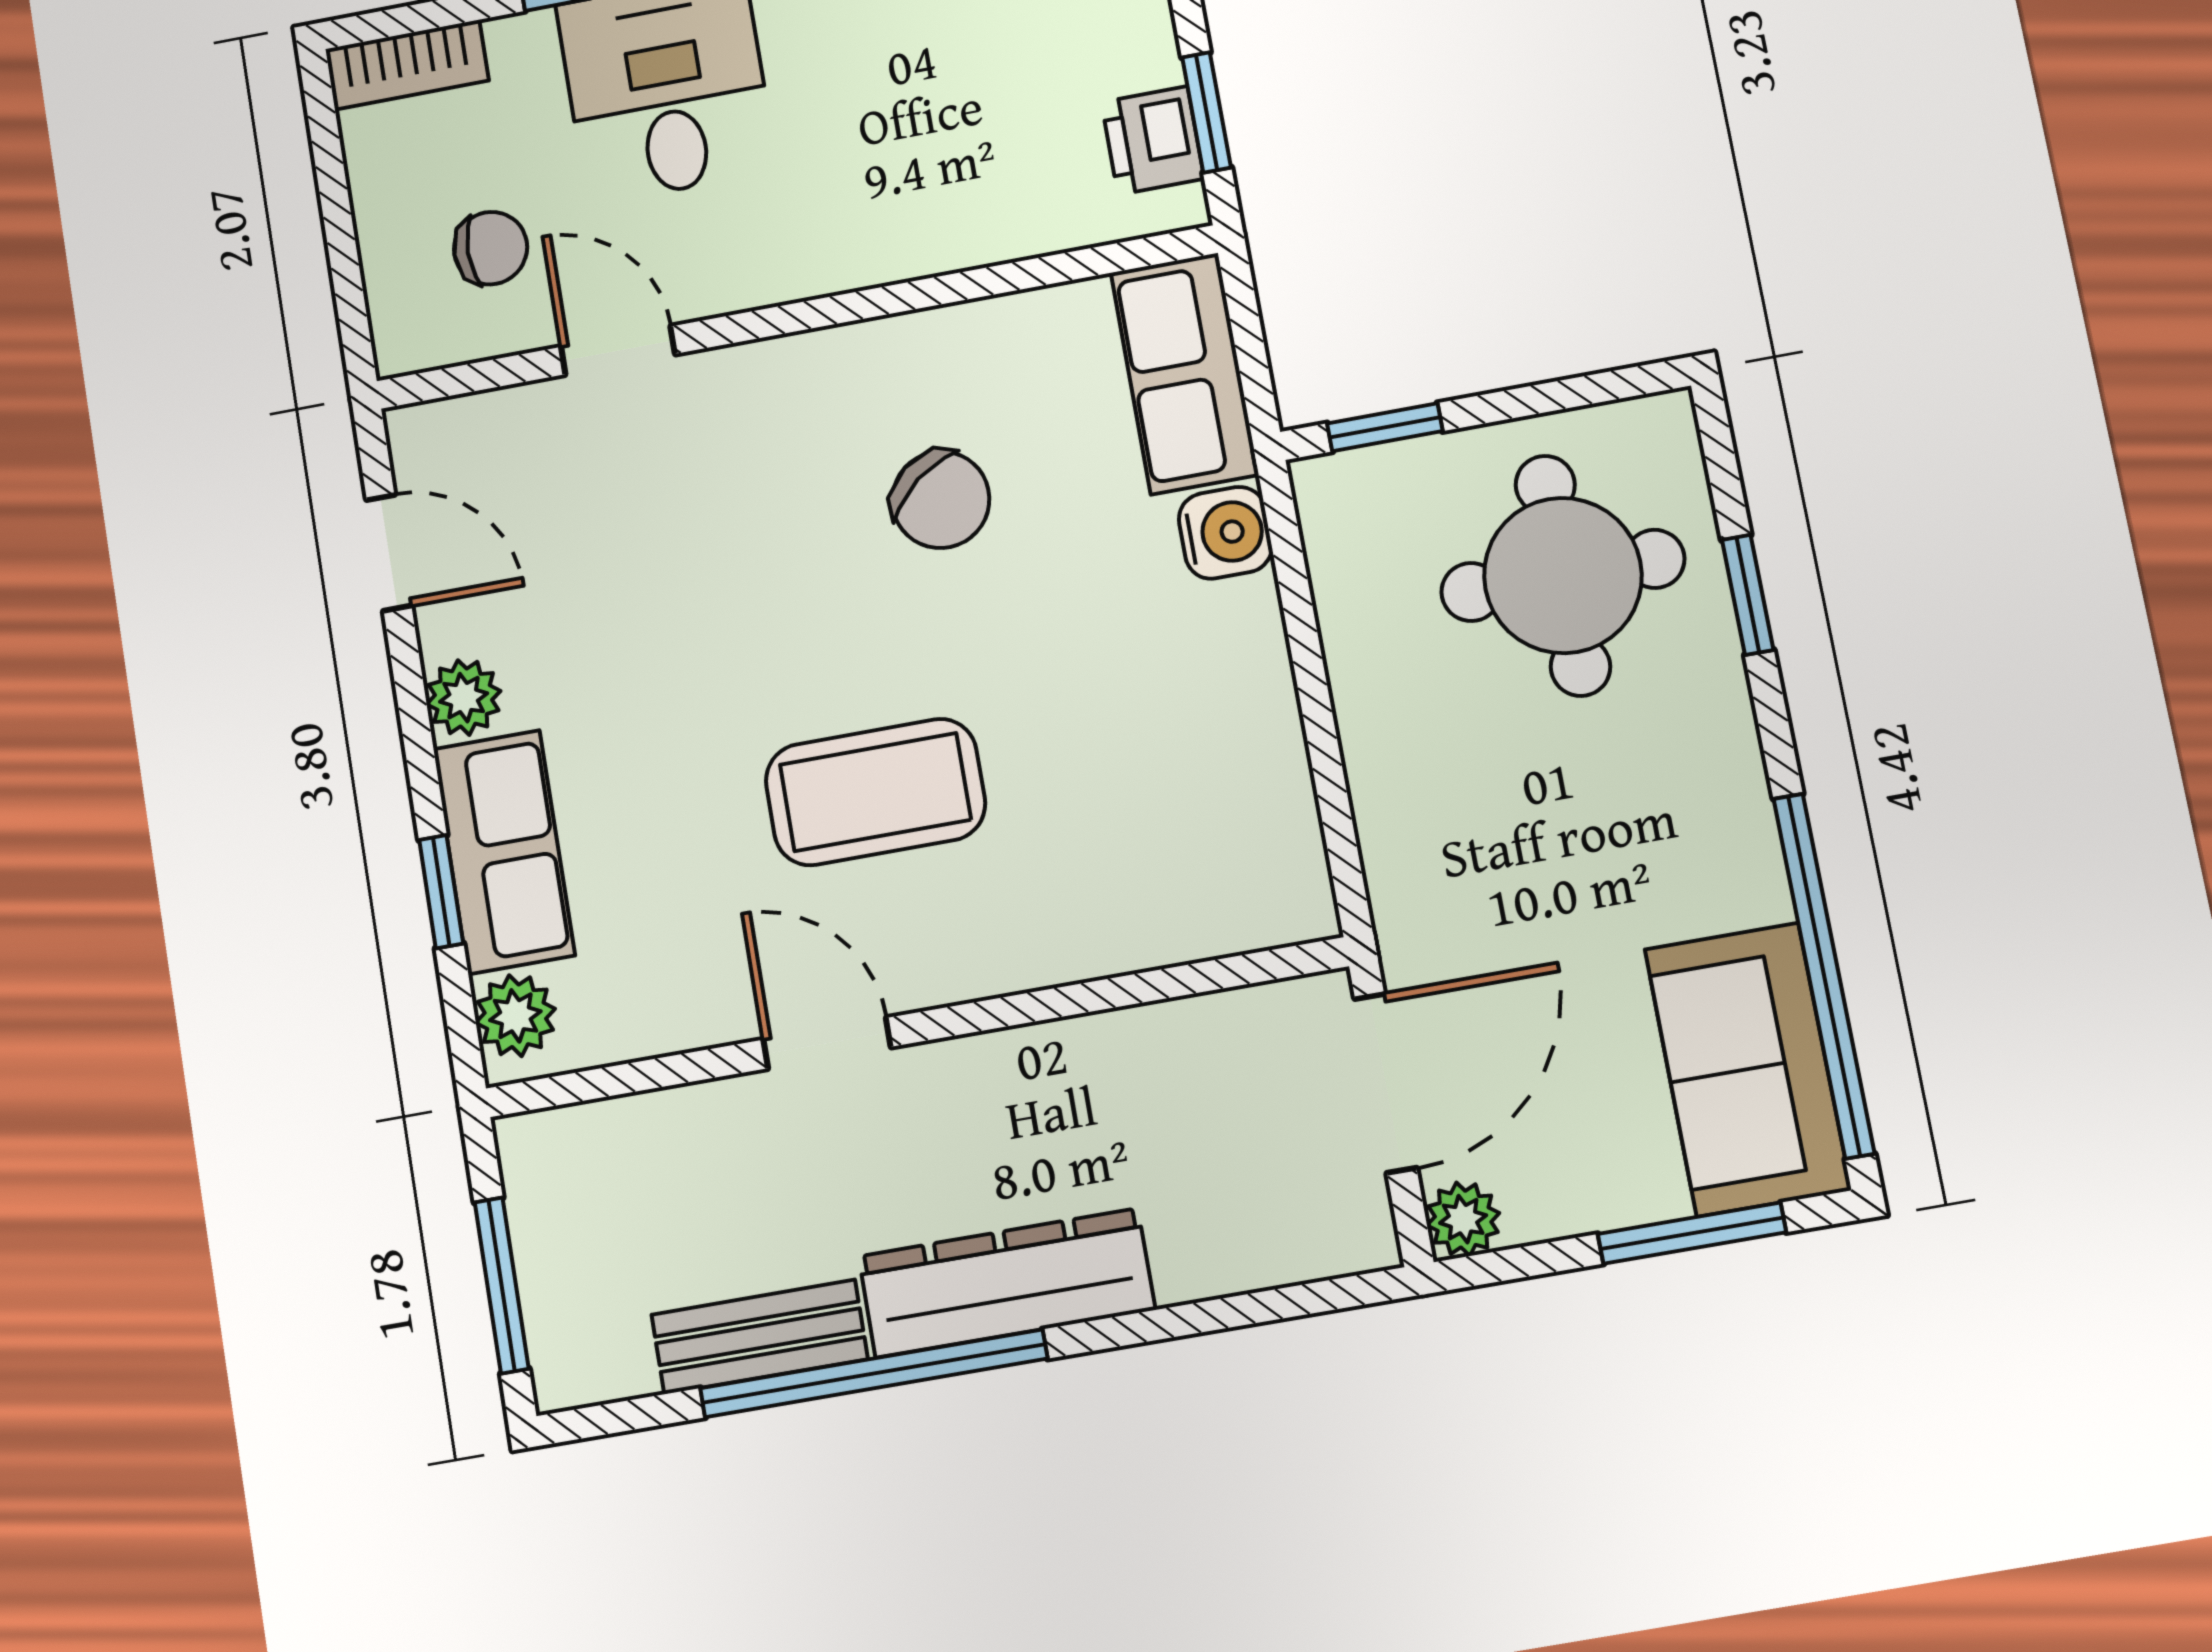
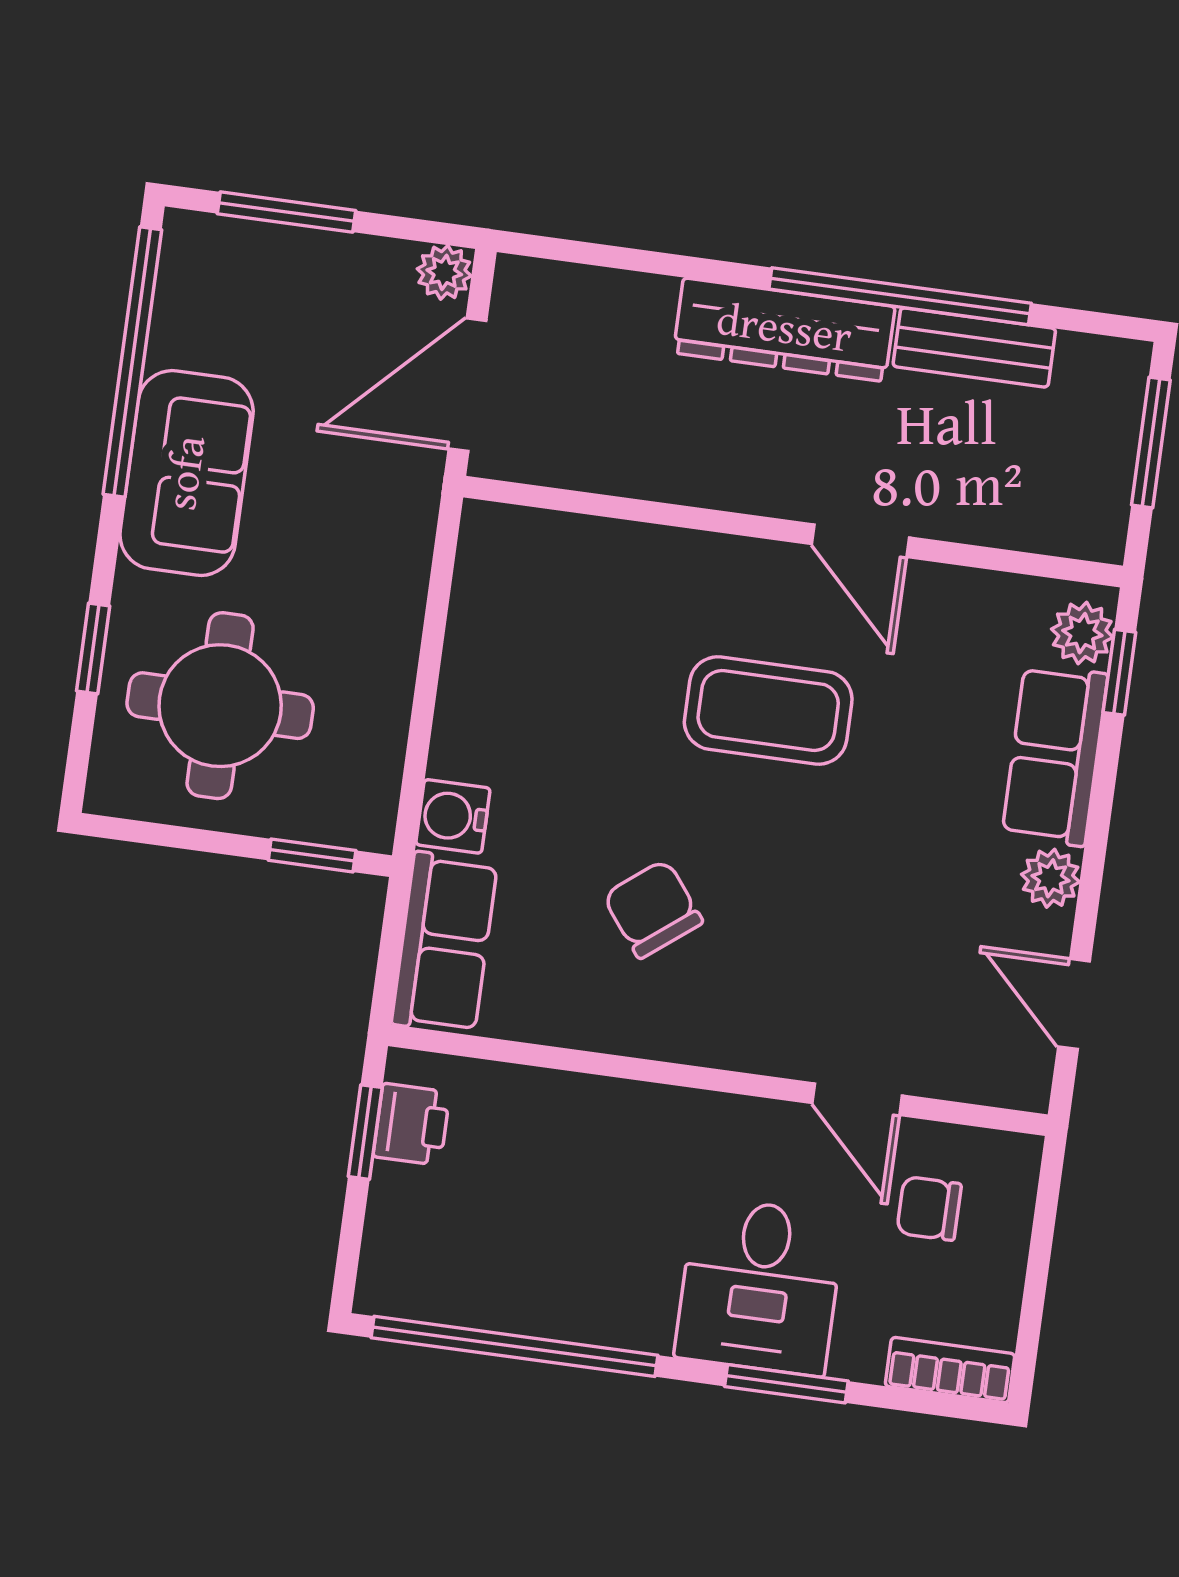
window: (441, 892) -> (1119, 672), moved
sofa: (1748, 1069) -> (187, 473), moved

